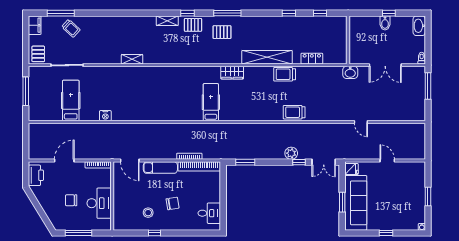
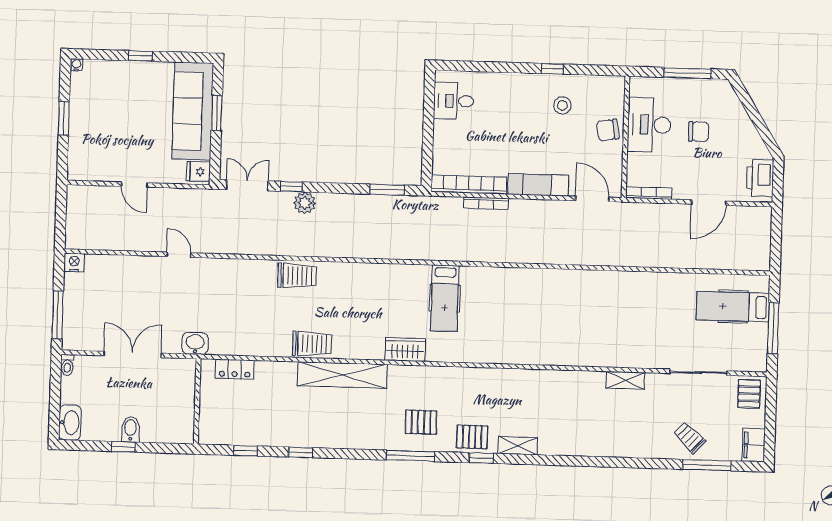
shelving: (132, 59) -> (625, 380), moved
locker: (312, 59) -> (235, 369), moved
hospital bed: (71, 101) -> (733, 307), moved, turned 90
nightstand: (105, 116) -> (74, 263), moved
chair: (173, 203) -> (608, 130), moved

